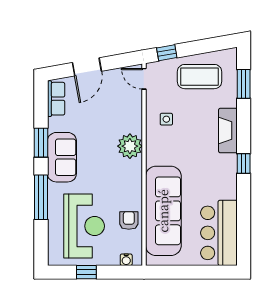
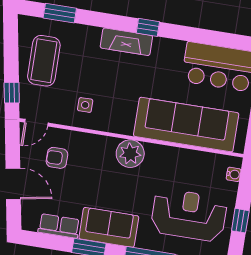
row of seats: (56, 99) -> (59, 226), moved
fireplace: (228, 131) -> (126, 42), moved
plant: (130, 146) -> (130, 154), moved
armchair: (129, 221) -> (57, 158), moved

